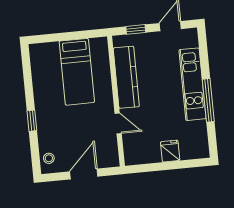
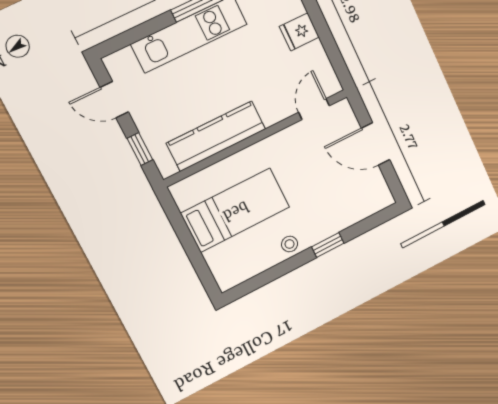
door: (118, 123) -> (314, 109), moved
stool: (49, 158) -> (290, 244), moved

